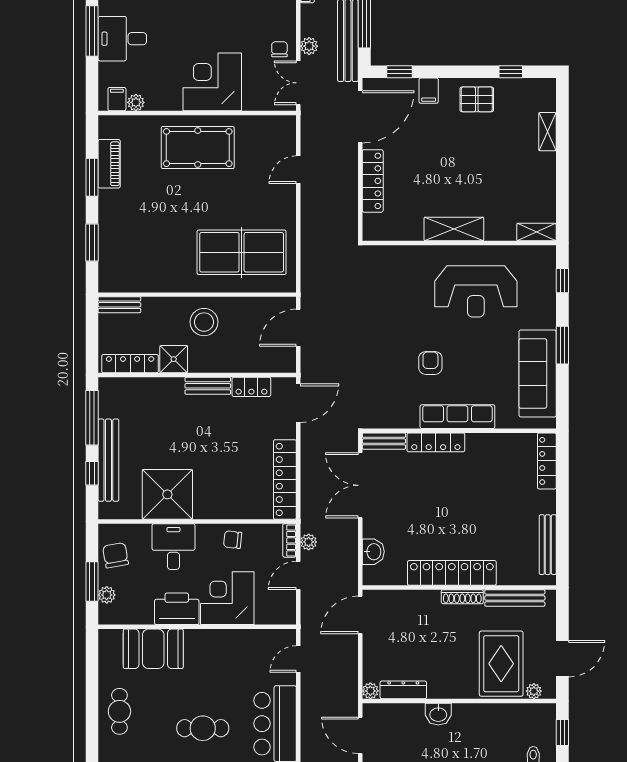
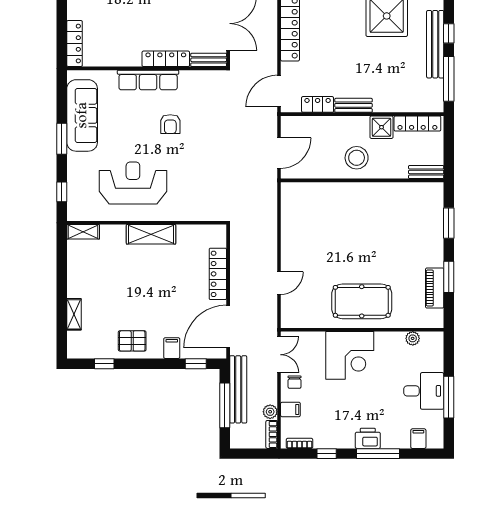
plant: (309, 46) -> (270, 412), moved
filing cabinet: (117, 99) -> (290, 409), moved, turned -90
table tennis table: (242, 252) -> (326, 215), removed

